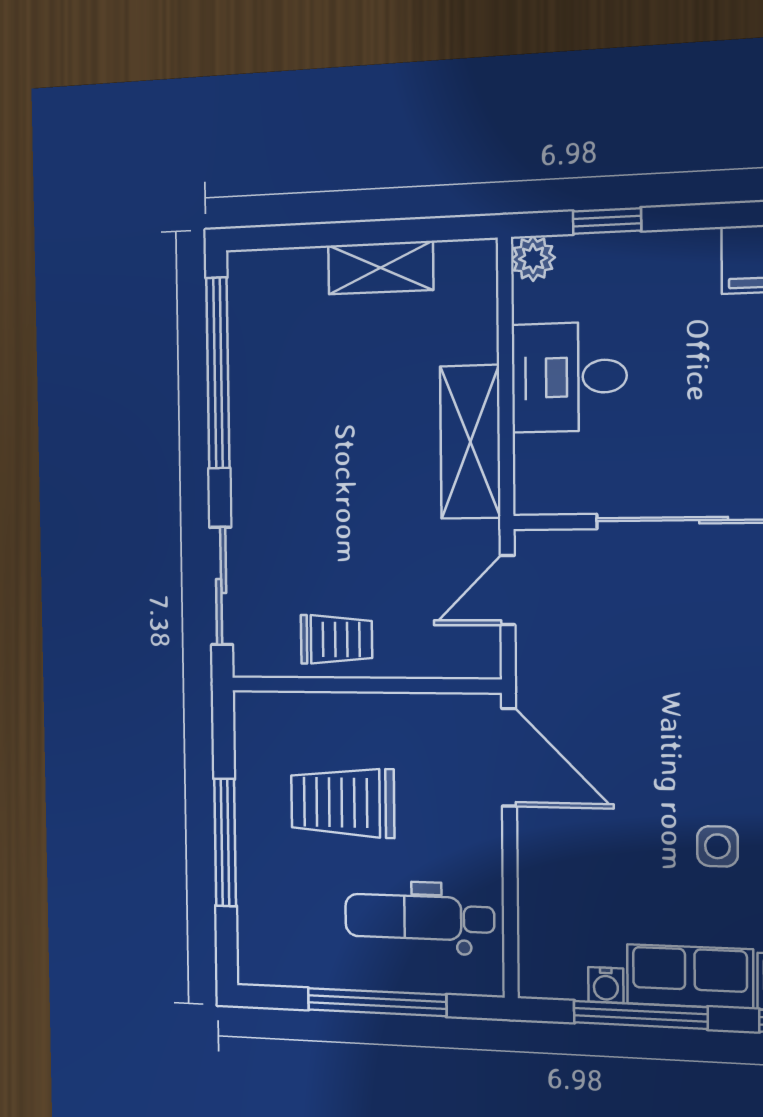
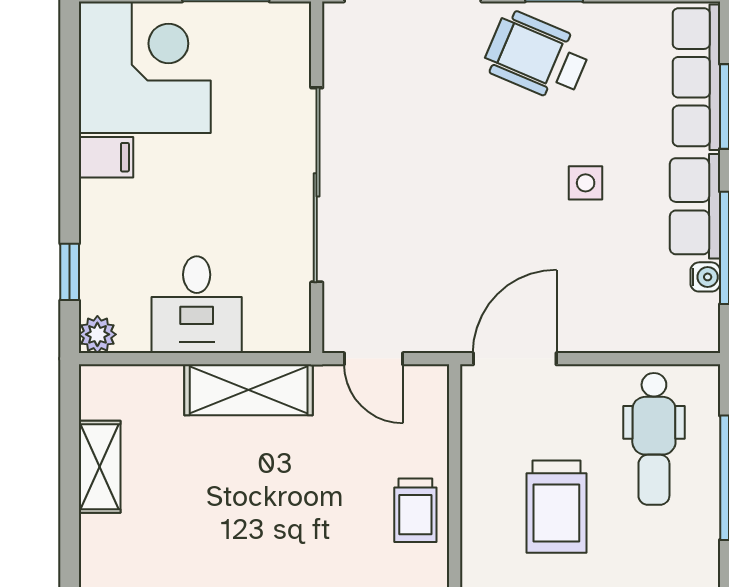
trolley: (336, 639) -> (415, 510), turned 180

